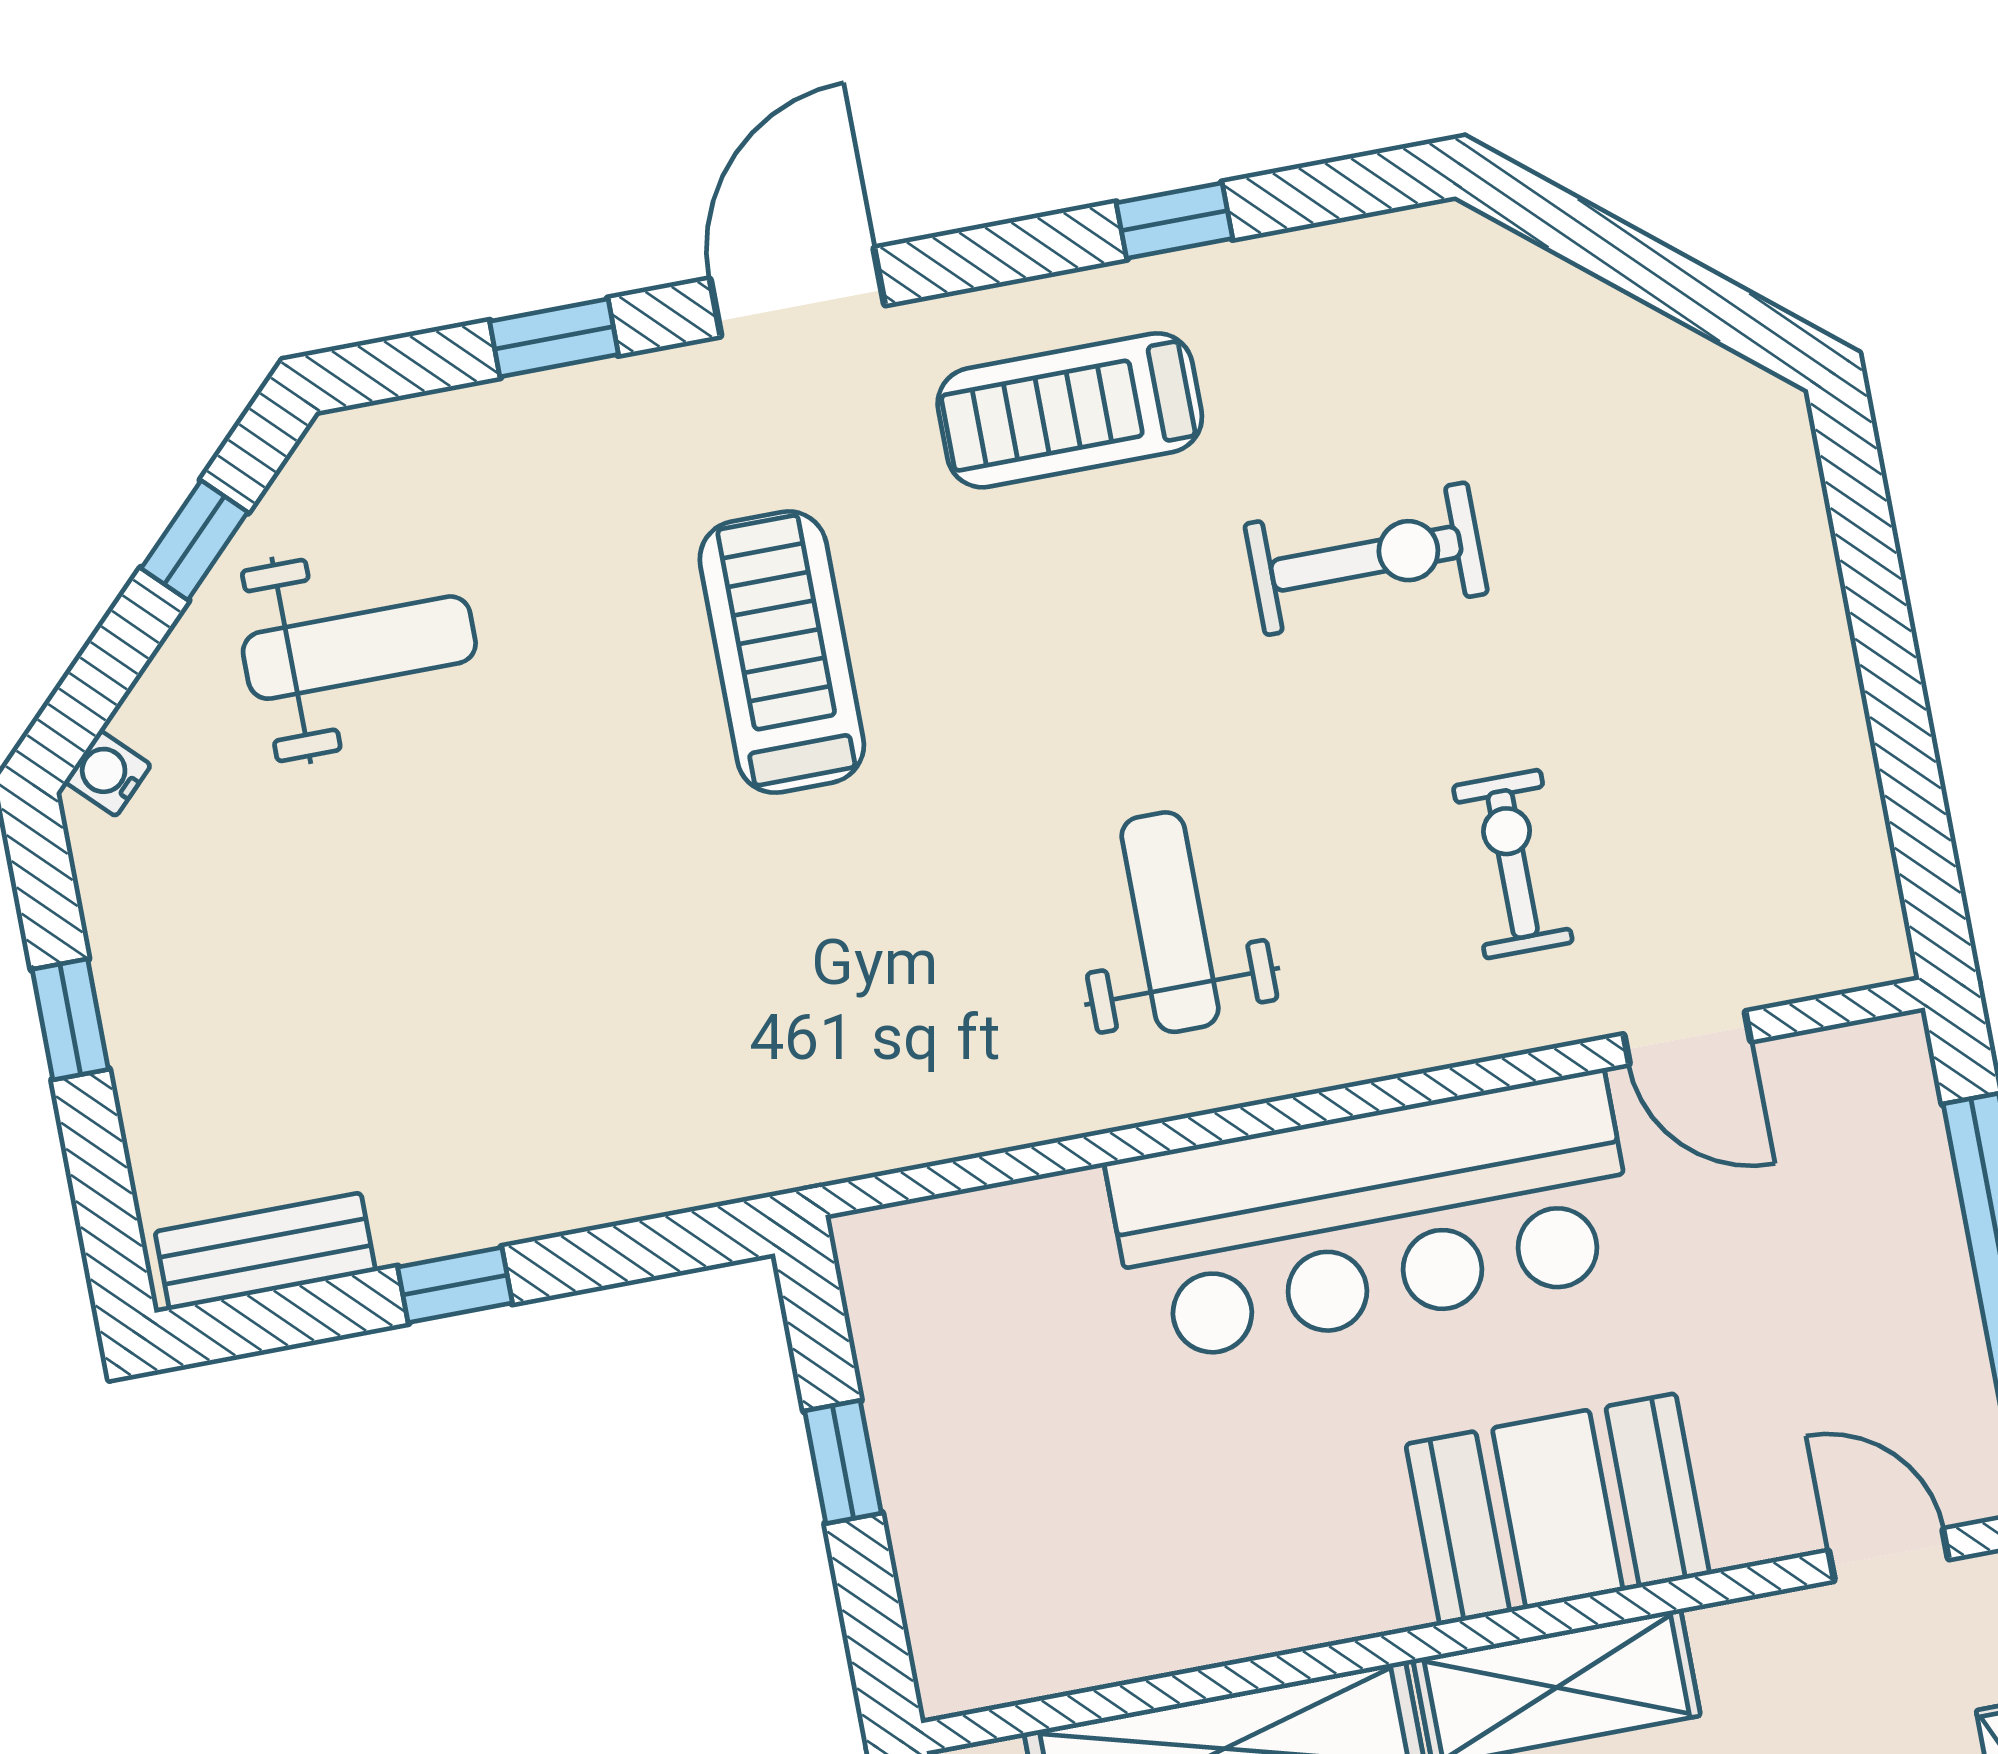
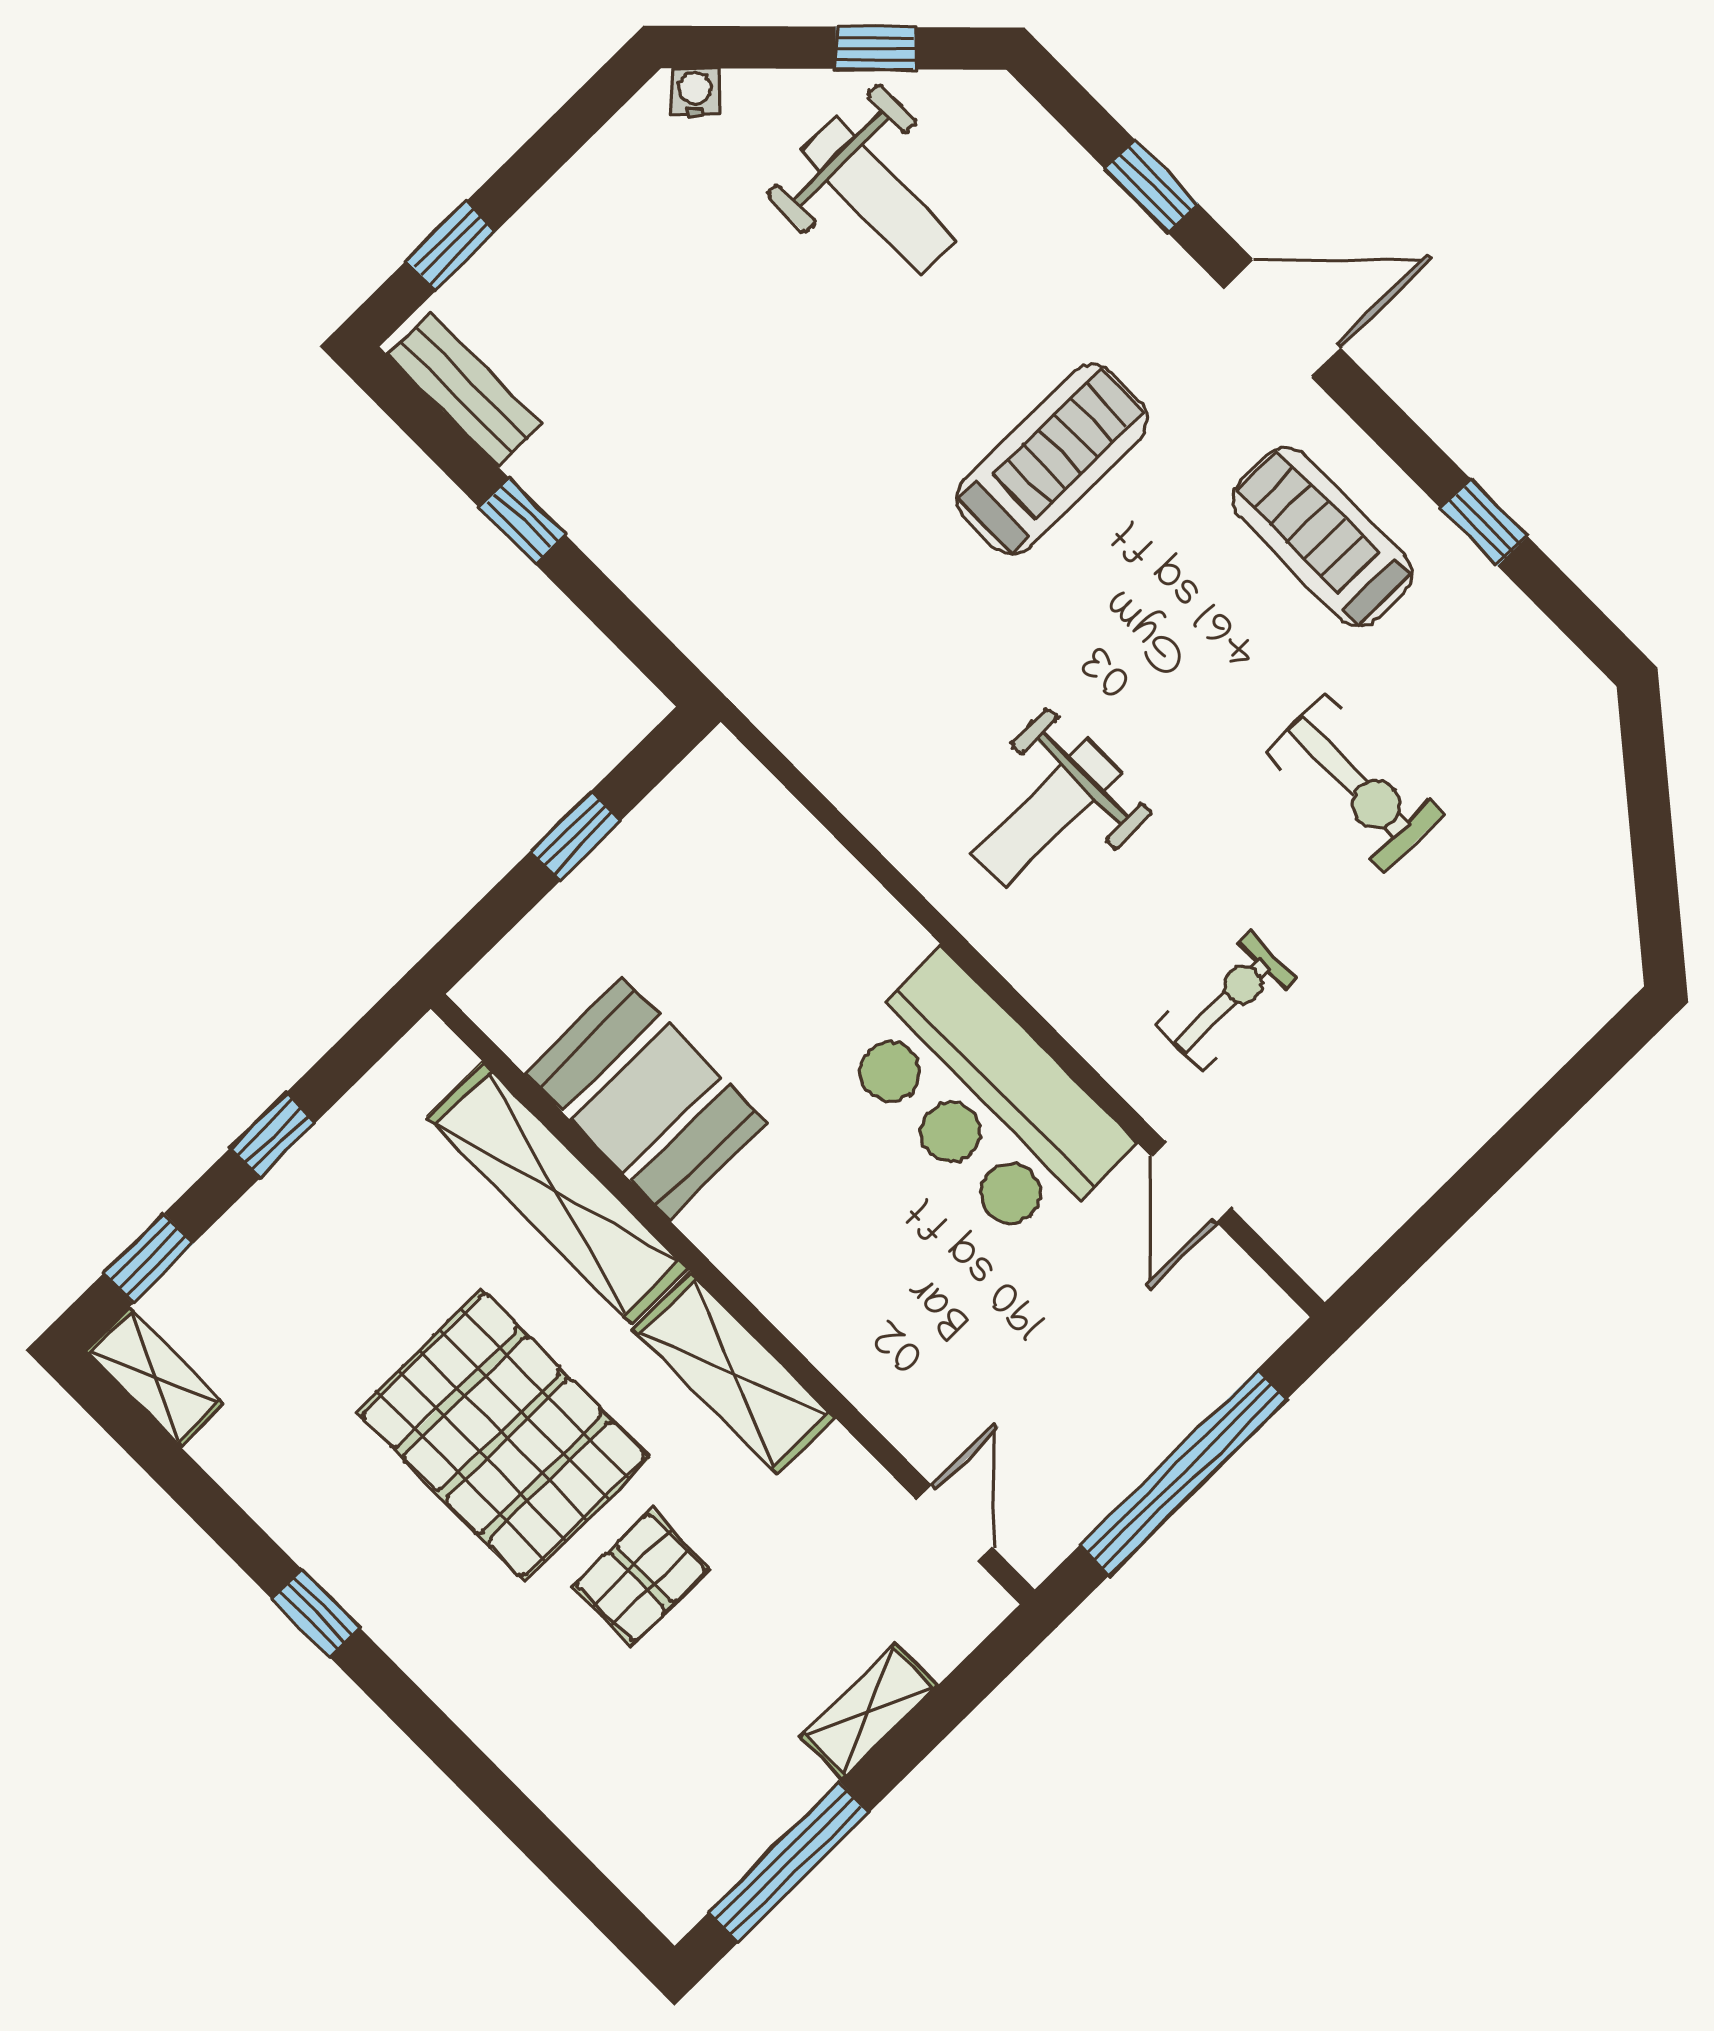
weight bench: (1170, 922) -> (1047, 813), turned 180
window: (70, 1019) -> (451, 246), moved
bar counter: (1373, 1217) -> (985, 1099), width x0.73
booth: (1558, 1509) -> (646, 1098), moved

